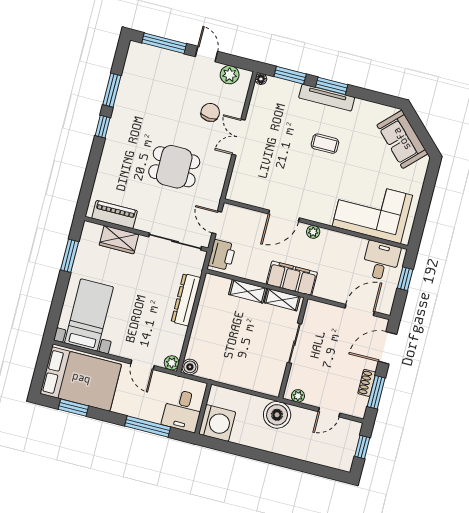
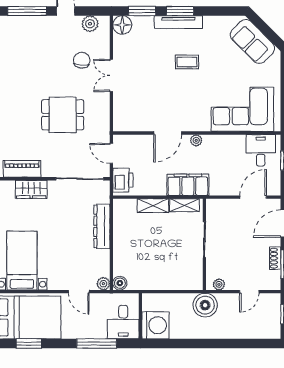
floor lamp: (261, 79) -> (122, 25), width x1.89, depth x1.89

